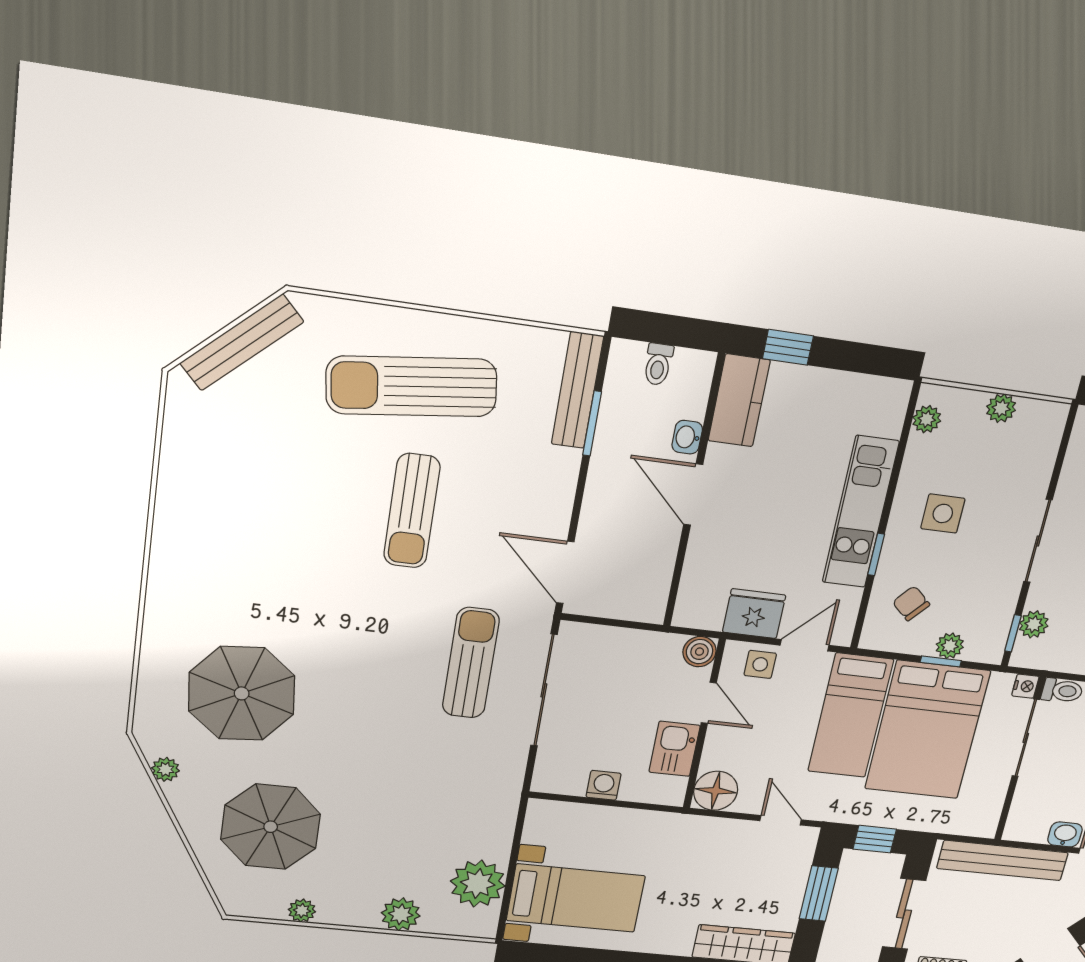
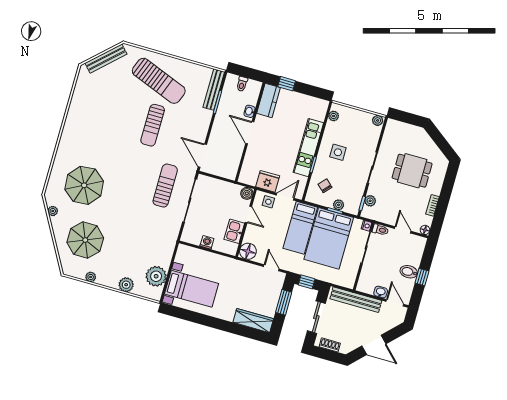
sun lounger: (412, 386) -> (159, 81), turned -152
plant: (1001, 408) -> (378, 120), moved

